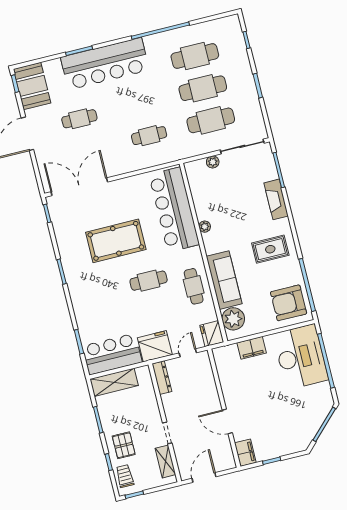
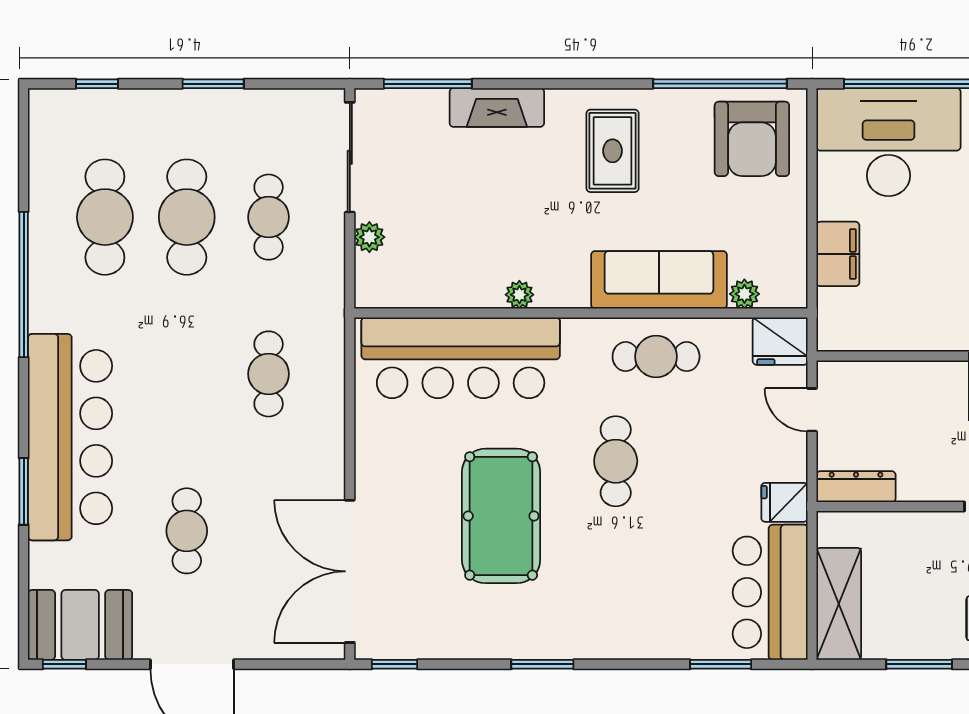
cafe table: (211, 120) -> (269, 217), width x0.73, depth x0.74
plant: (233, 319) -> (744, 294), width x0.53, depth x0.53
fridge: (155, 346) -> (785, 502), width x0.53, depth x0.75

